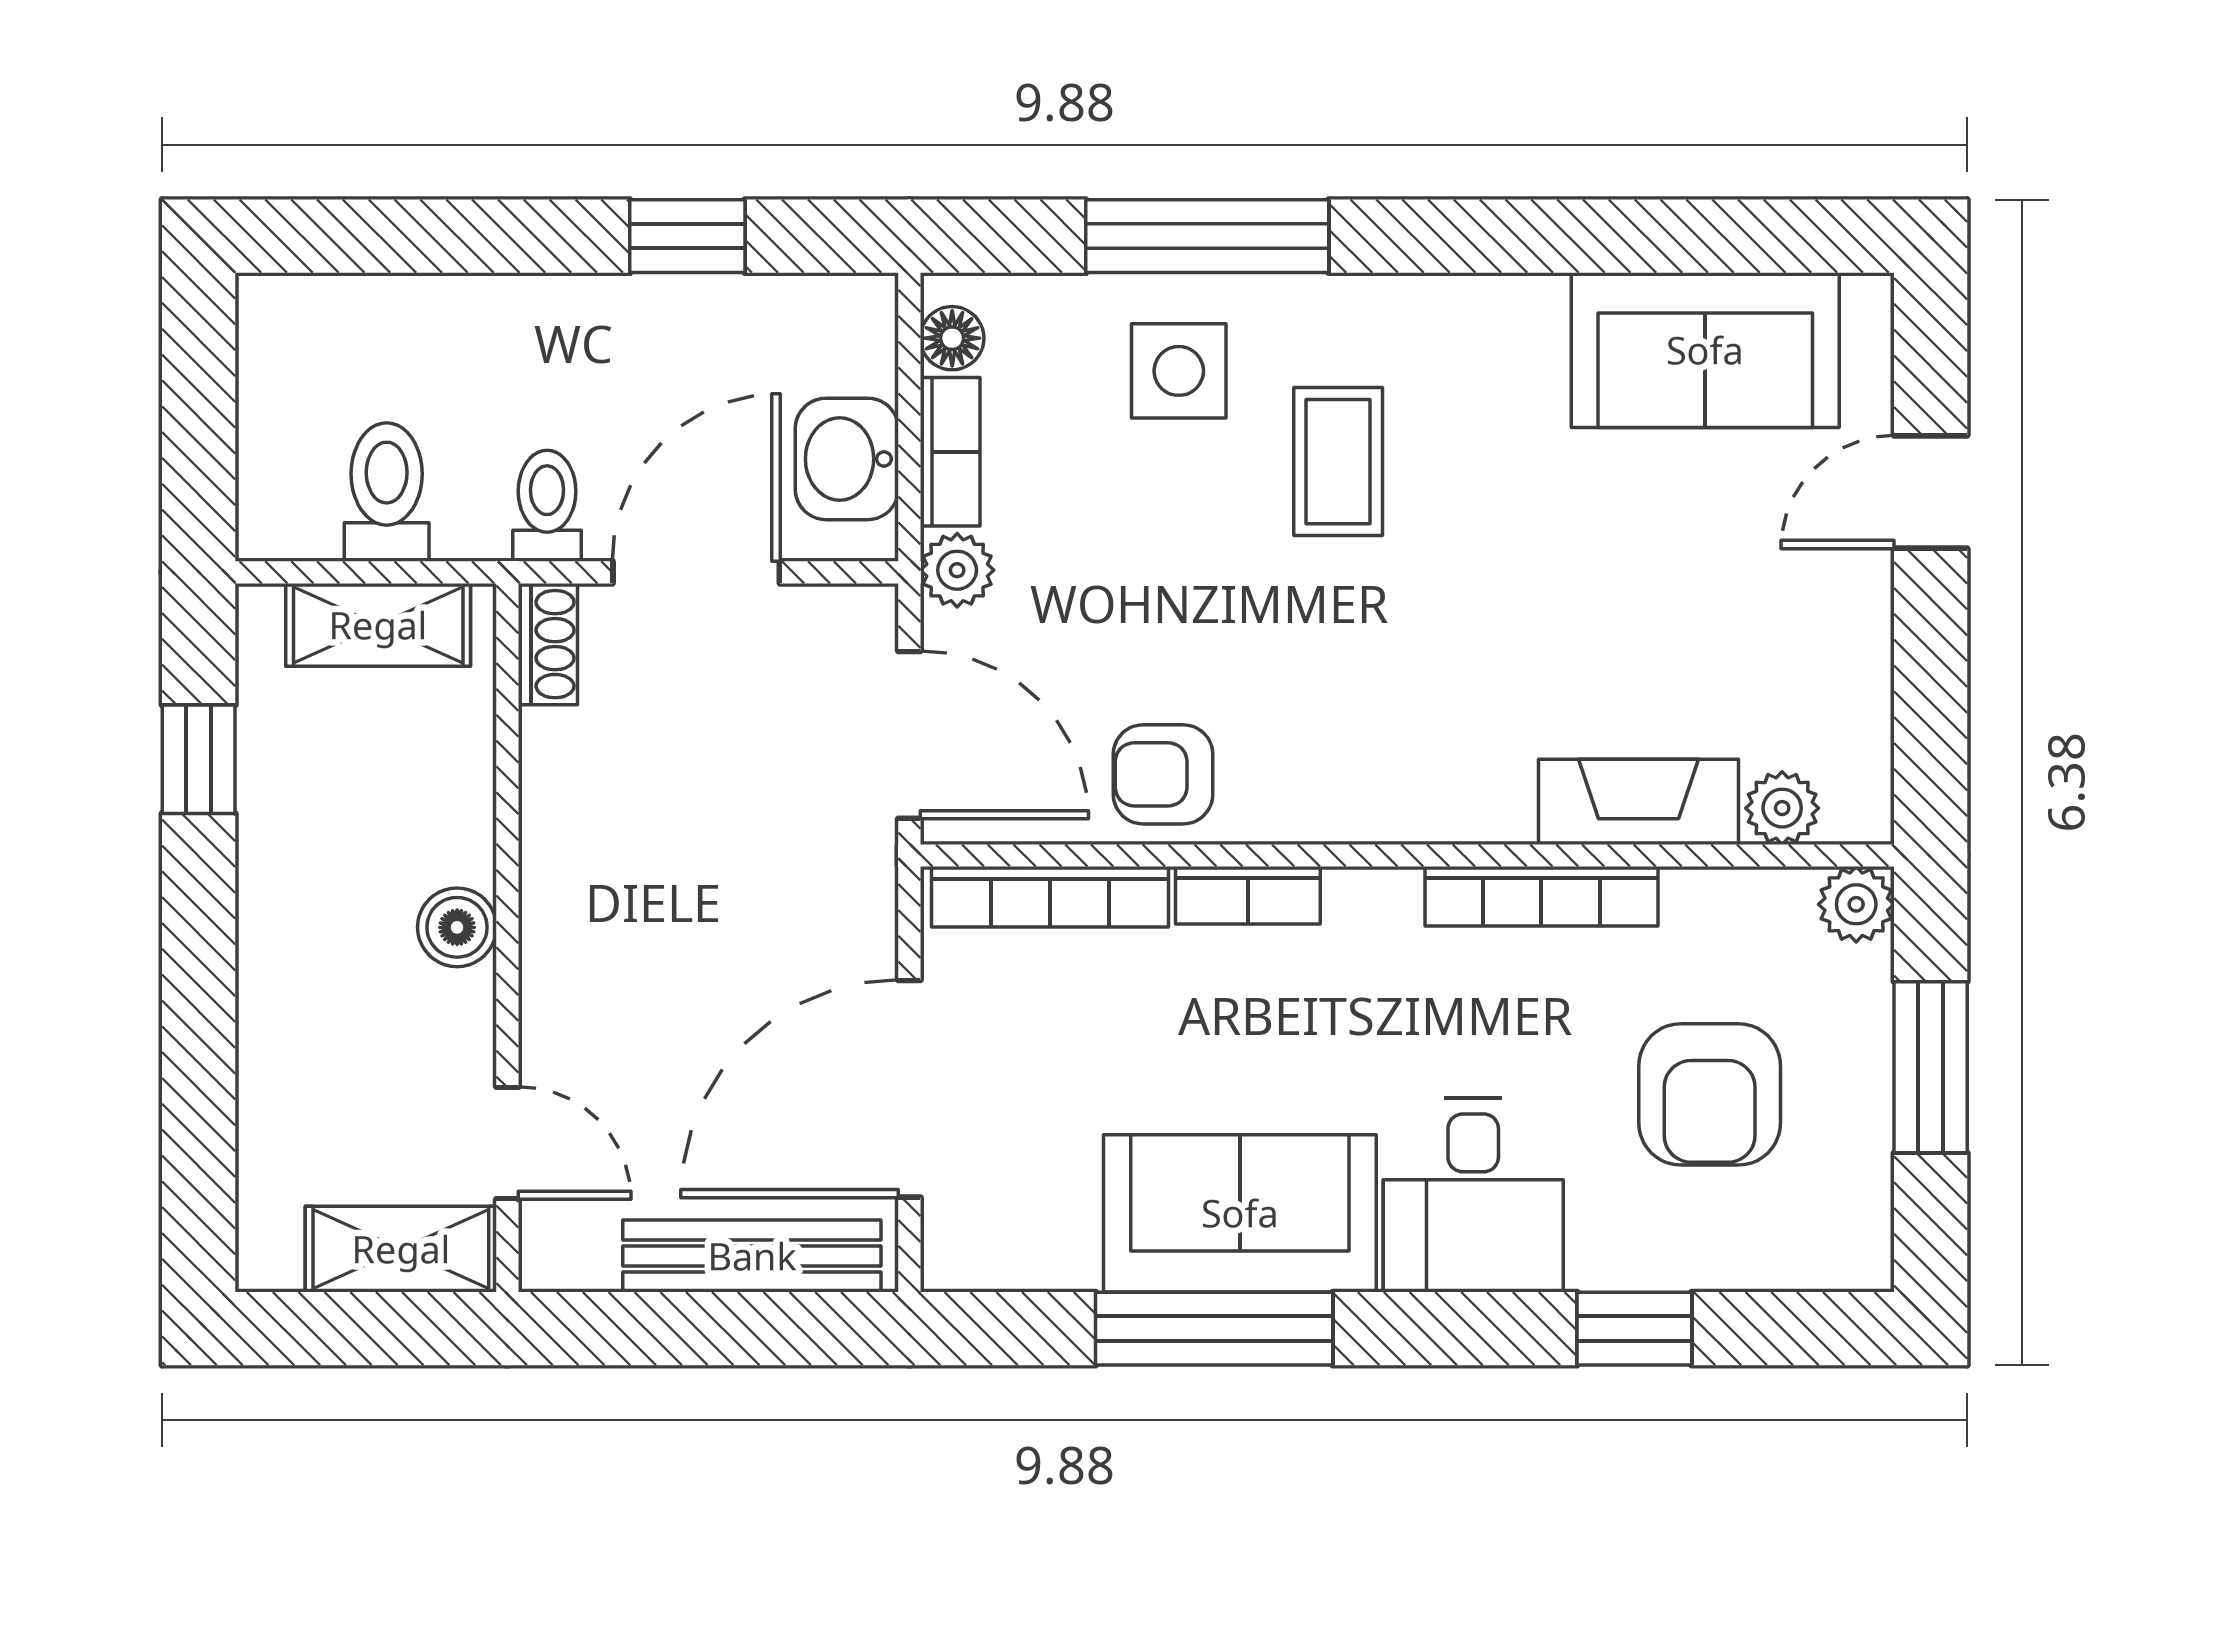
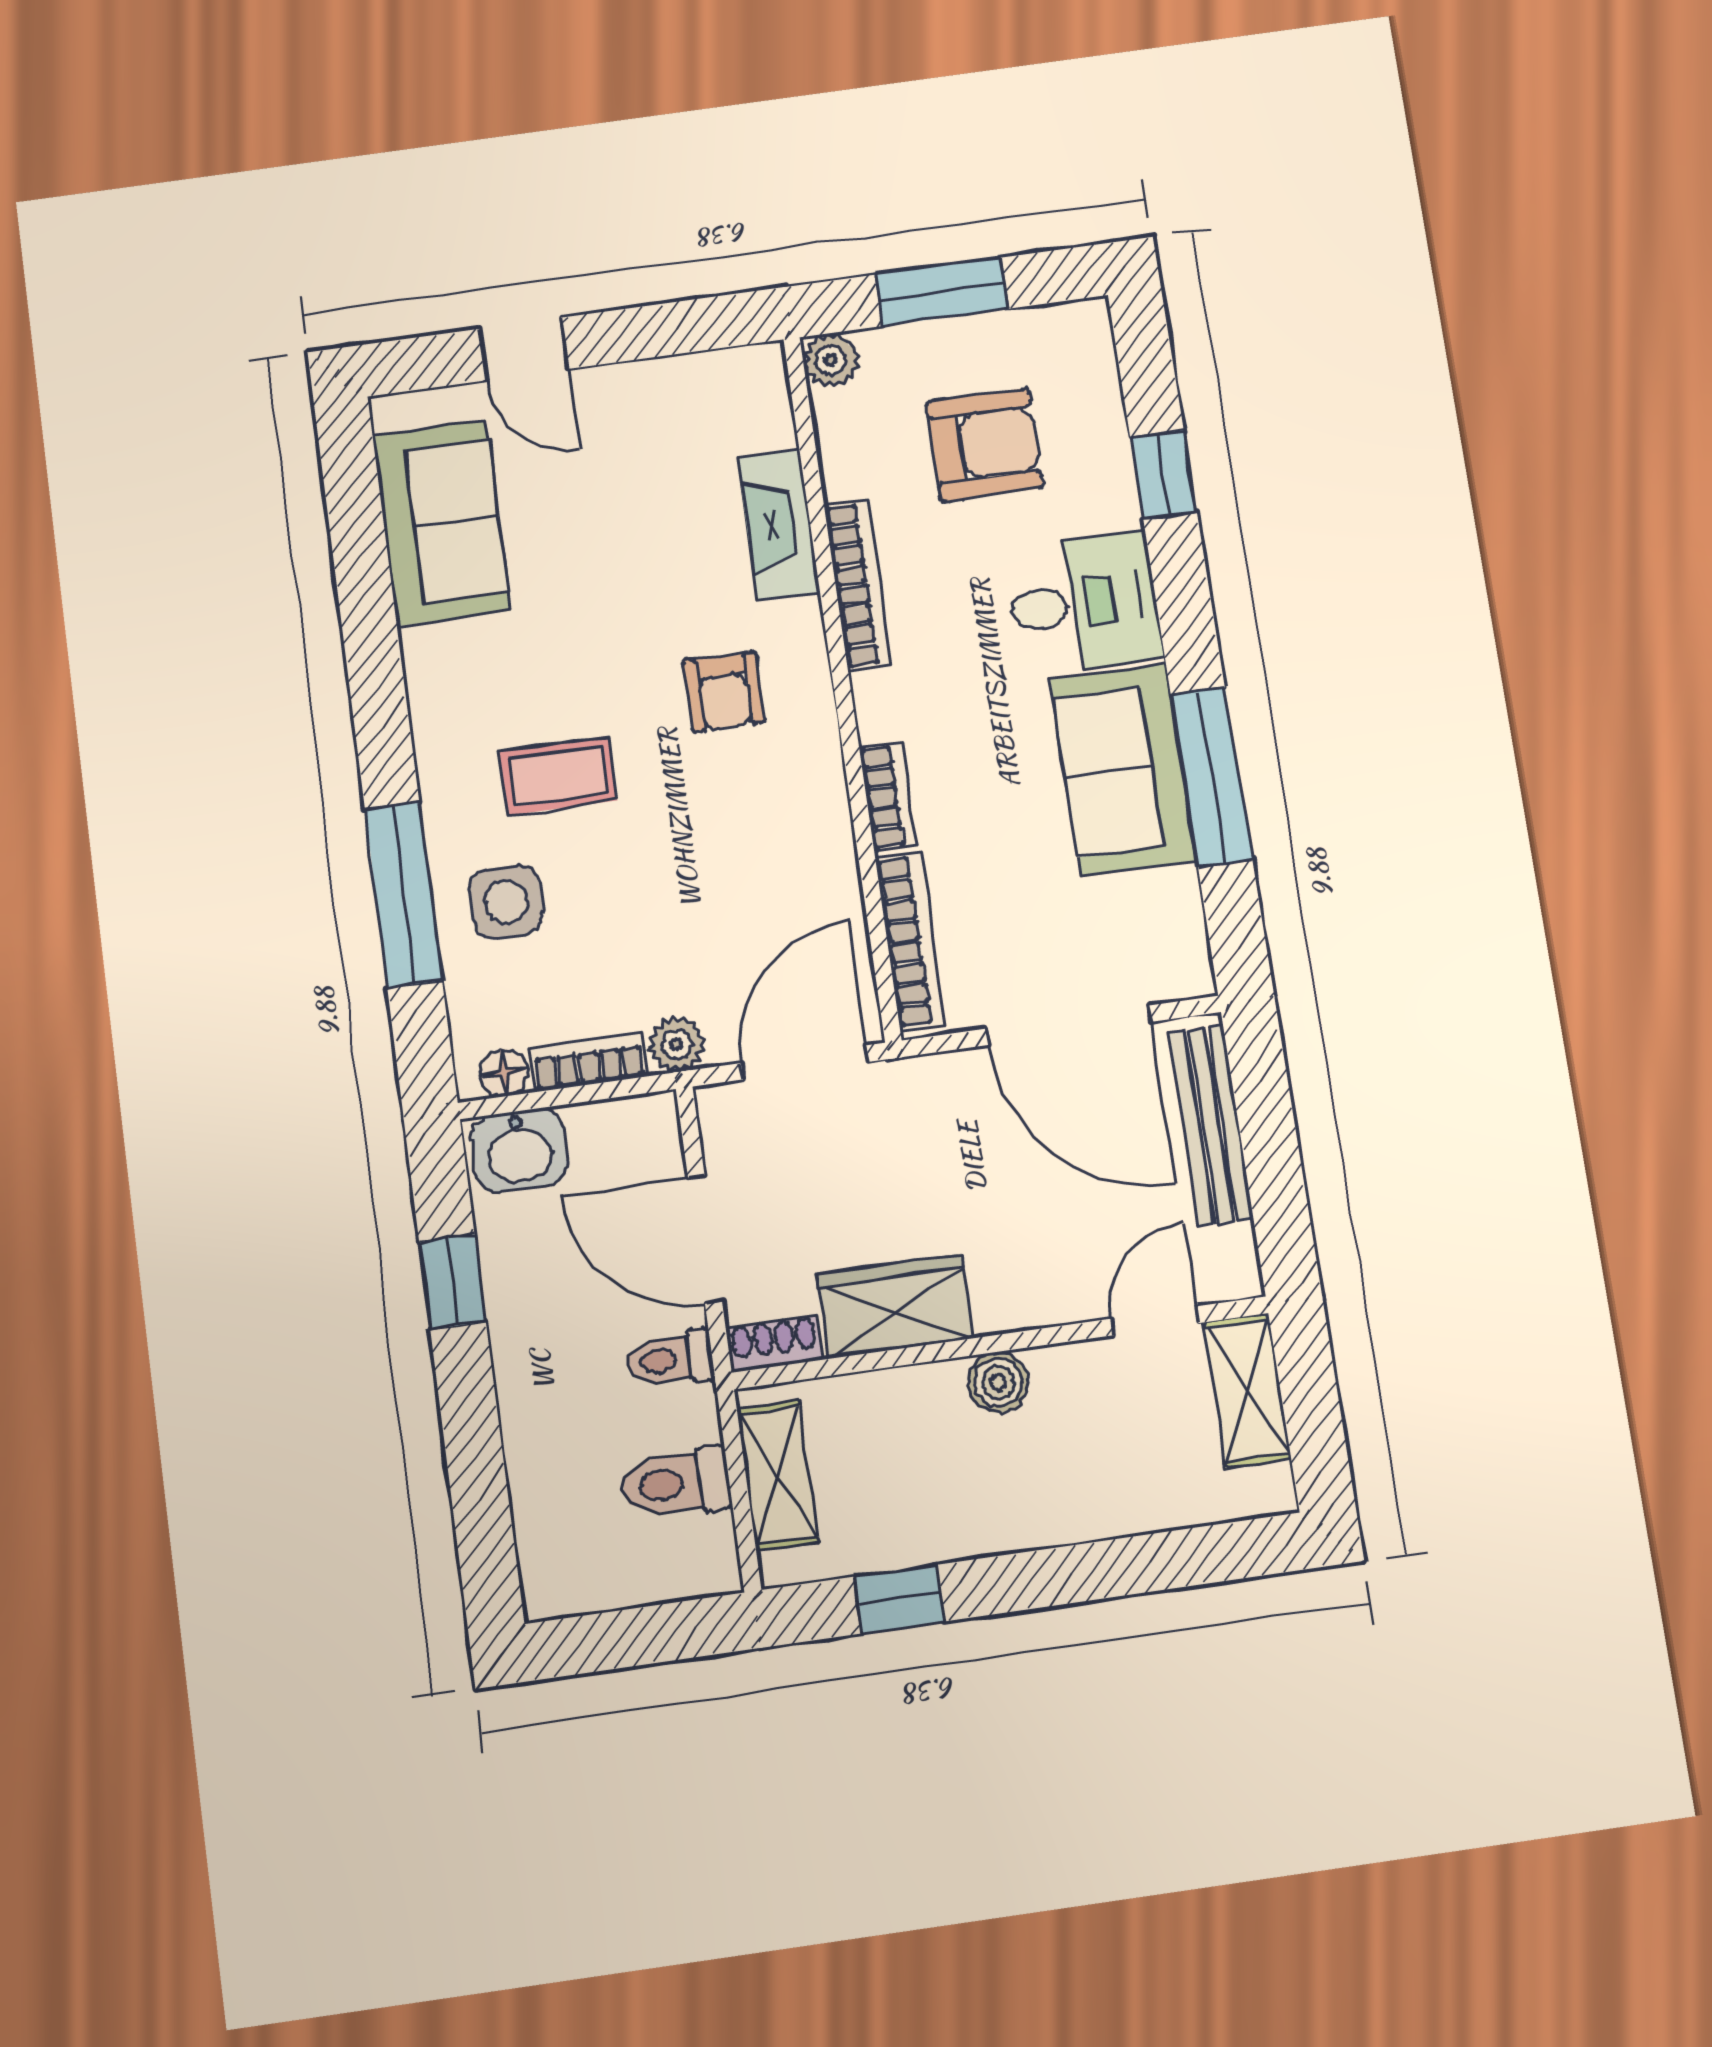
washbasin: (847, 459) -> (519, 1150), moved
armchair: (1163, 774) -> (724, 692), moved
wardrobe: (574, 808) -> (895, 1306), added
plant: (1782, 808) -> (768, 422), removed

